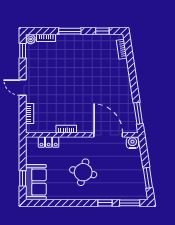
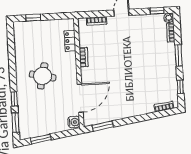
sofa: (36, 182) -> (31, 31), removed

